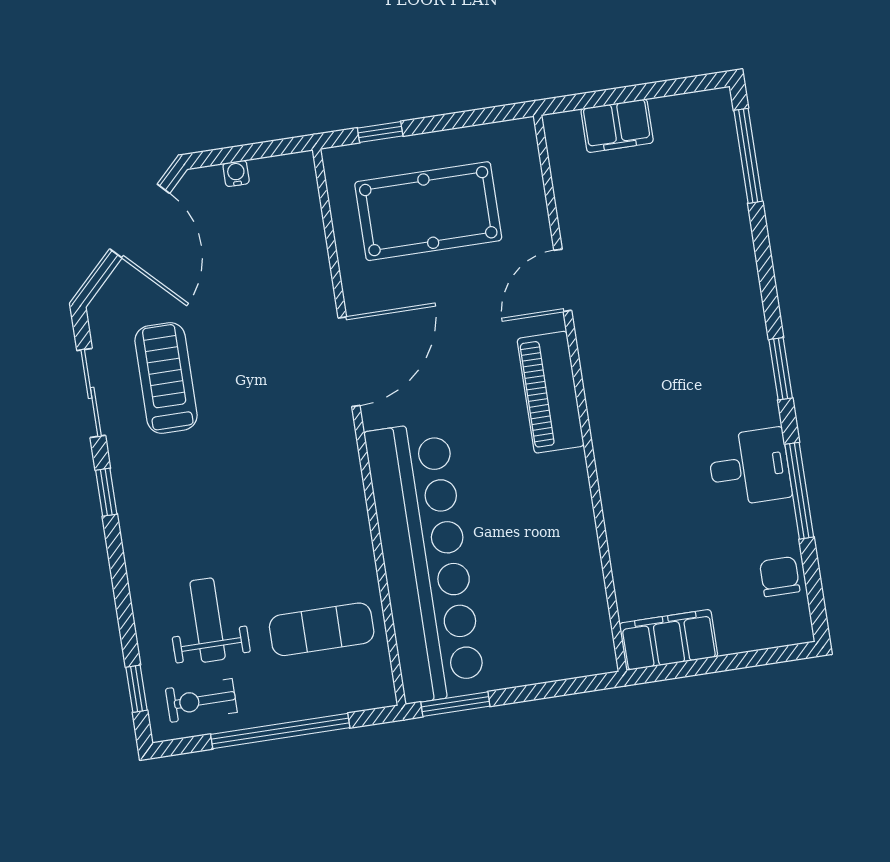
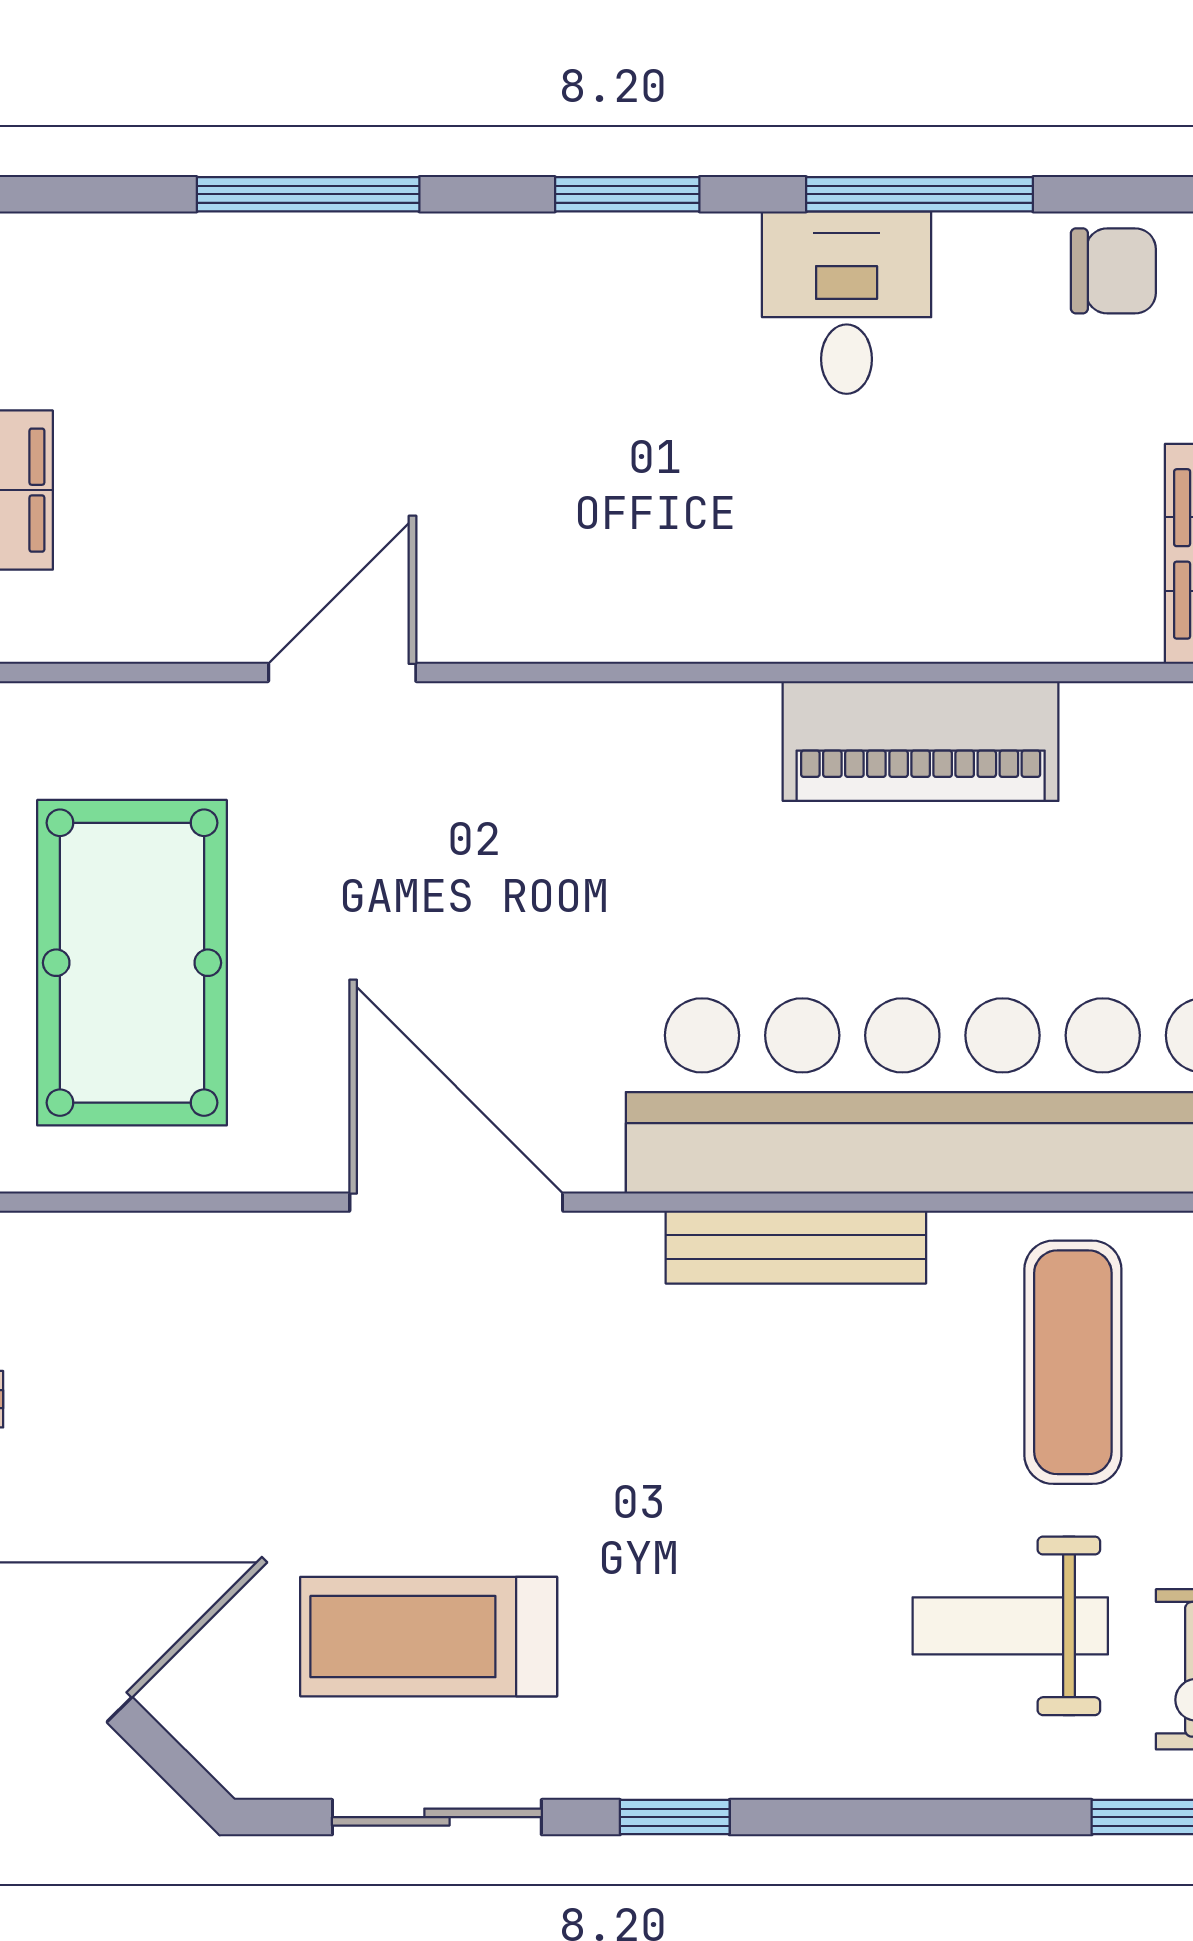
window: (748, 156) -> (308, 194), moved
door: (563, 280) -> (342, 673), swing flipped
piano: (551, 392) -> (921, 741), moved
bench: (352, 506) -> (796, 1247), added
chair: (780, 577) -> (1113, 271), turned 180

